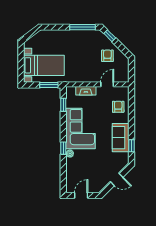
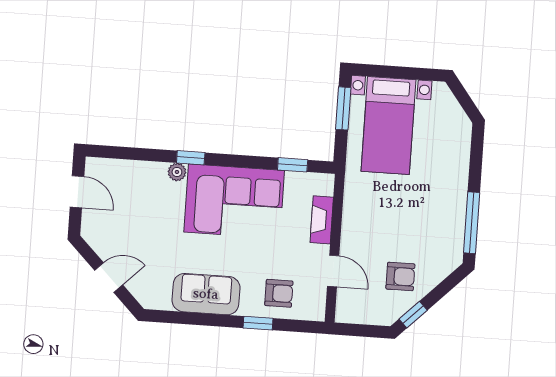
window: (110, 36) -> (413, 315), moved
window: (49, 85) -> (343, 108), moved
window: (131, 146) -> (258, 323), moved
door: (117, 179) -> (109, 278), swing flipped

